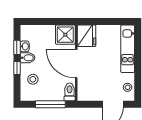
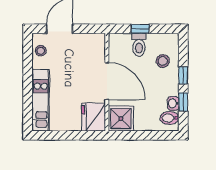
bidet: (28, 58) -> (169, 118), moved
toilet: (70, 92) -> (139, 45), moved
window: (50, 104) -> (140, 29), width x0.46

